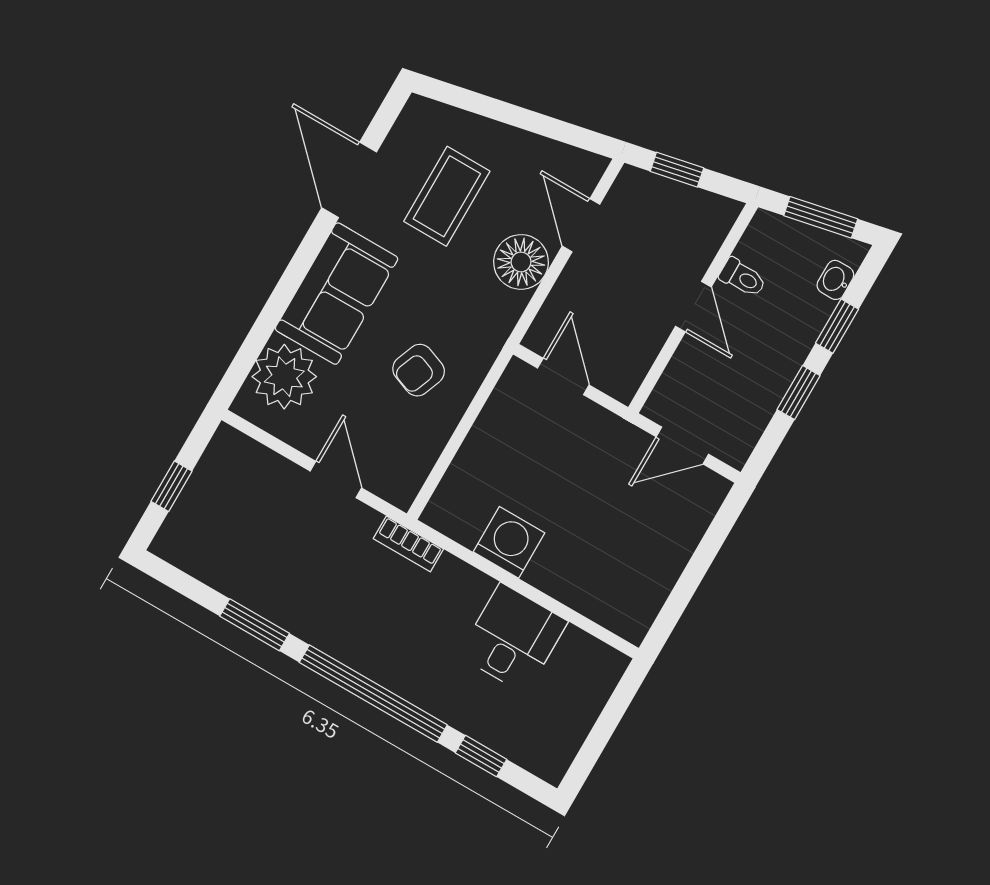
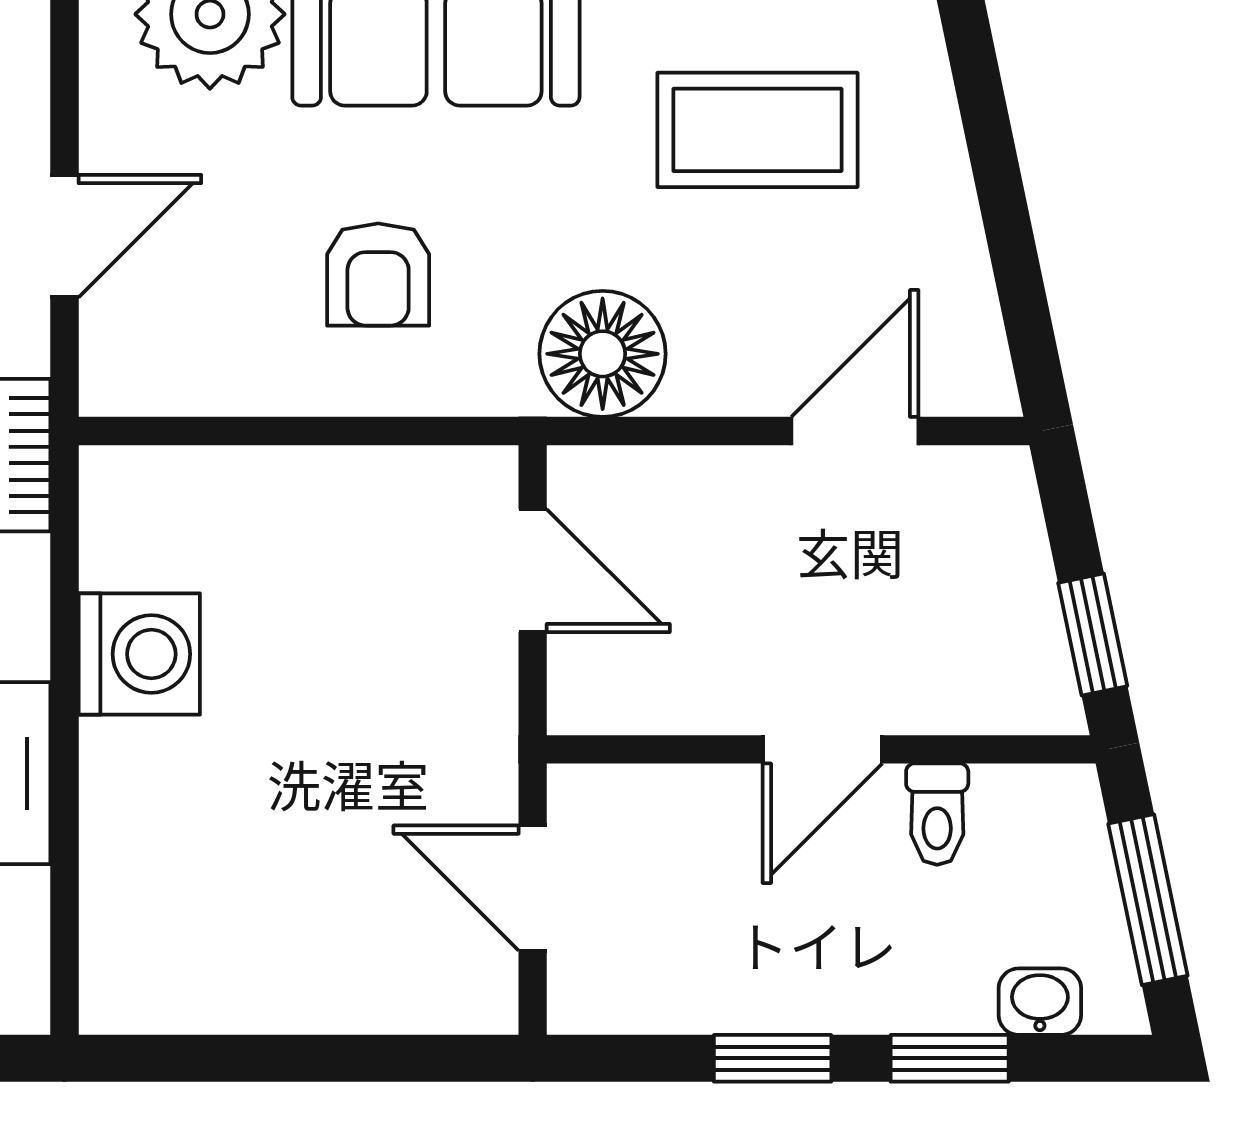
window: (677, 170) -> (1093, 635), moved
floor lamp: (521, 262) -> (603, 354), moved
armchair: (419, 370) -> (378, 275), turned -111
door: (563, 377) -> (533, 571), hinge flipped

